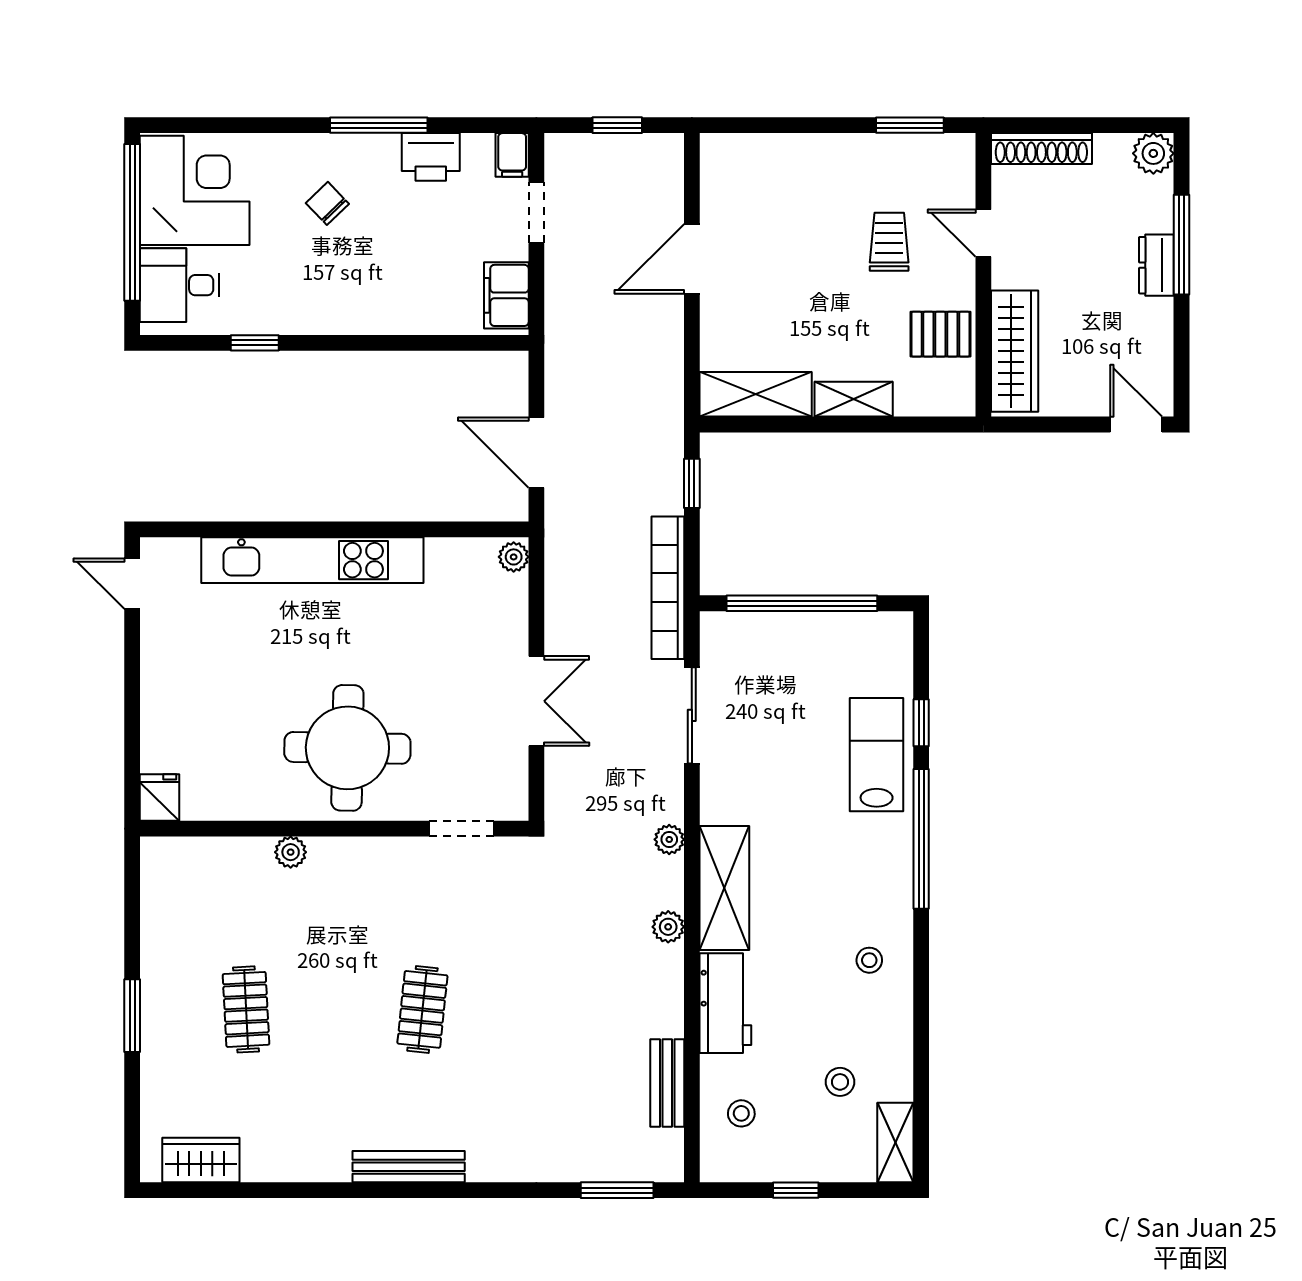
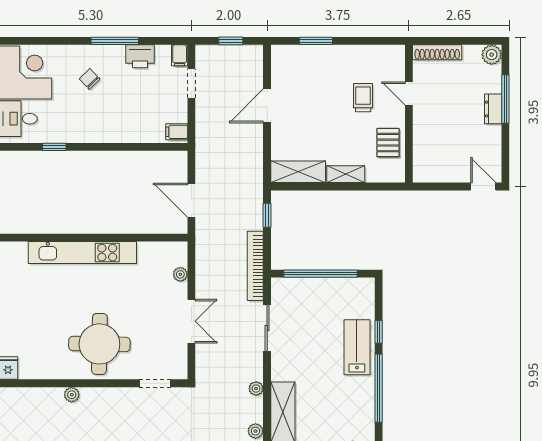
window: (910, 125) -> (316, 41), moved
filing cabinet: (506, 295) -> (177, 132), width x0.50
pallet: (940, 334) -> (388, 143), turned 90
wardrobe: (1015, 351) -> (424, 151), removed
plant: (514, 557) -> (180, 274), moved

